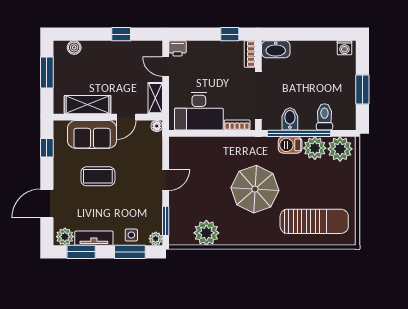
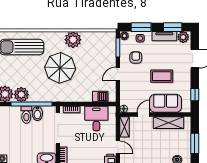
desk: (199, 111) -> (96, 118), width x0.73
toilet: (324, 117) -> (26, 115), moved
barbecue: (290, 145) -> (100, 97), moved
armchair: (138, 205) -> (136, 57), added
plant: (206, 233) -> (73, 40), moved

